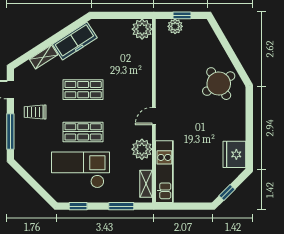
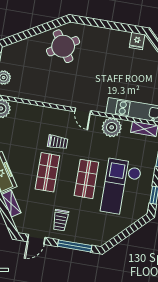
trolley: (117, 95) -> (58, 142), added
fridge: (234, 154) -> (137, 41), width x0.53, depth x0.75

